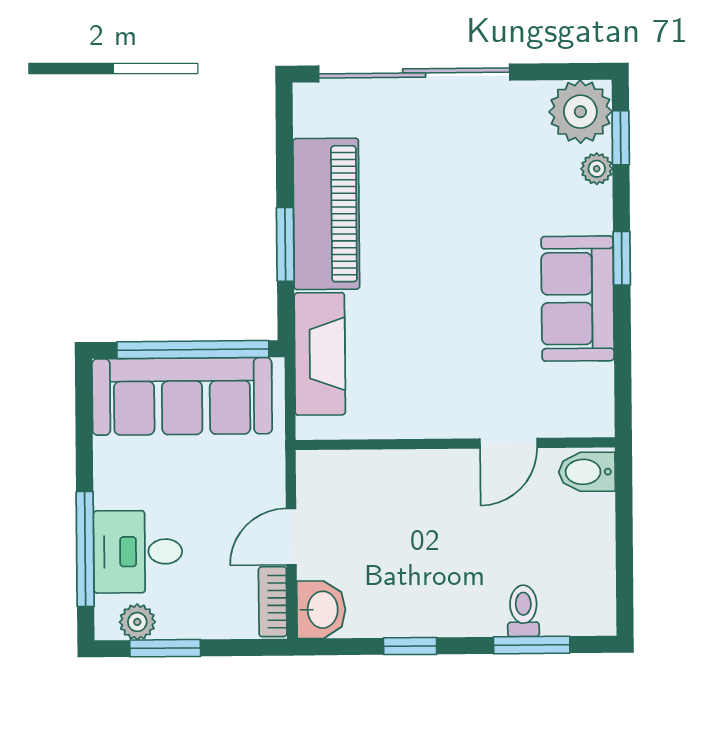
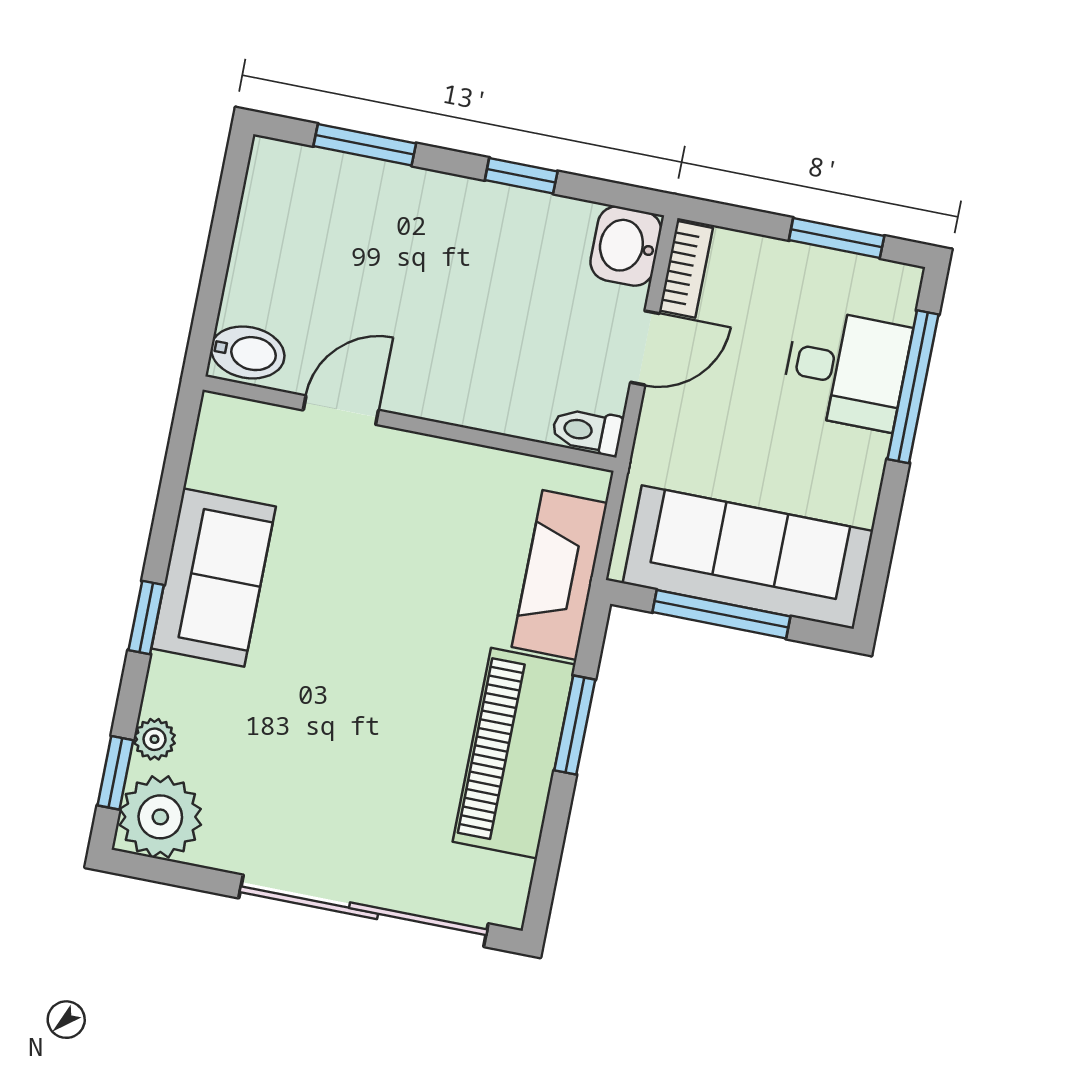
window: (193, 350) -> (721, 614), width x0.68
toilet: (523, 611) -> (587, 431), moved, turned 90
plant: (137, 622) -> (865, 279), removed

